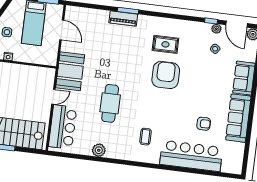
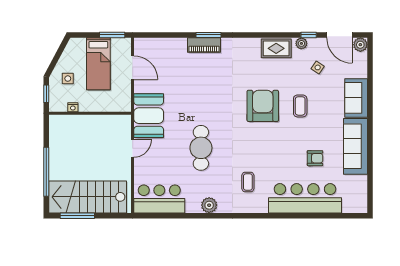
plant: (216, 29) -> (301, 43), moved
rug: (165, 44) -> (276, 48), moved
coffee table: (197, 79) -> (300, 106), added
bar counter: (63, 127) -> (159, 199), moved, turned -90
plant: (99, 150) -> (209, 205), moved

